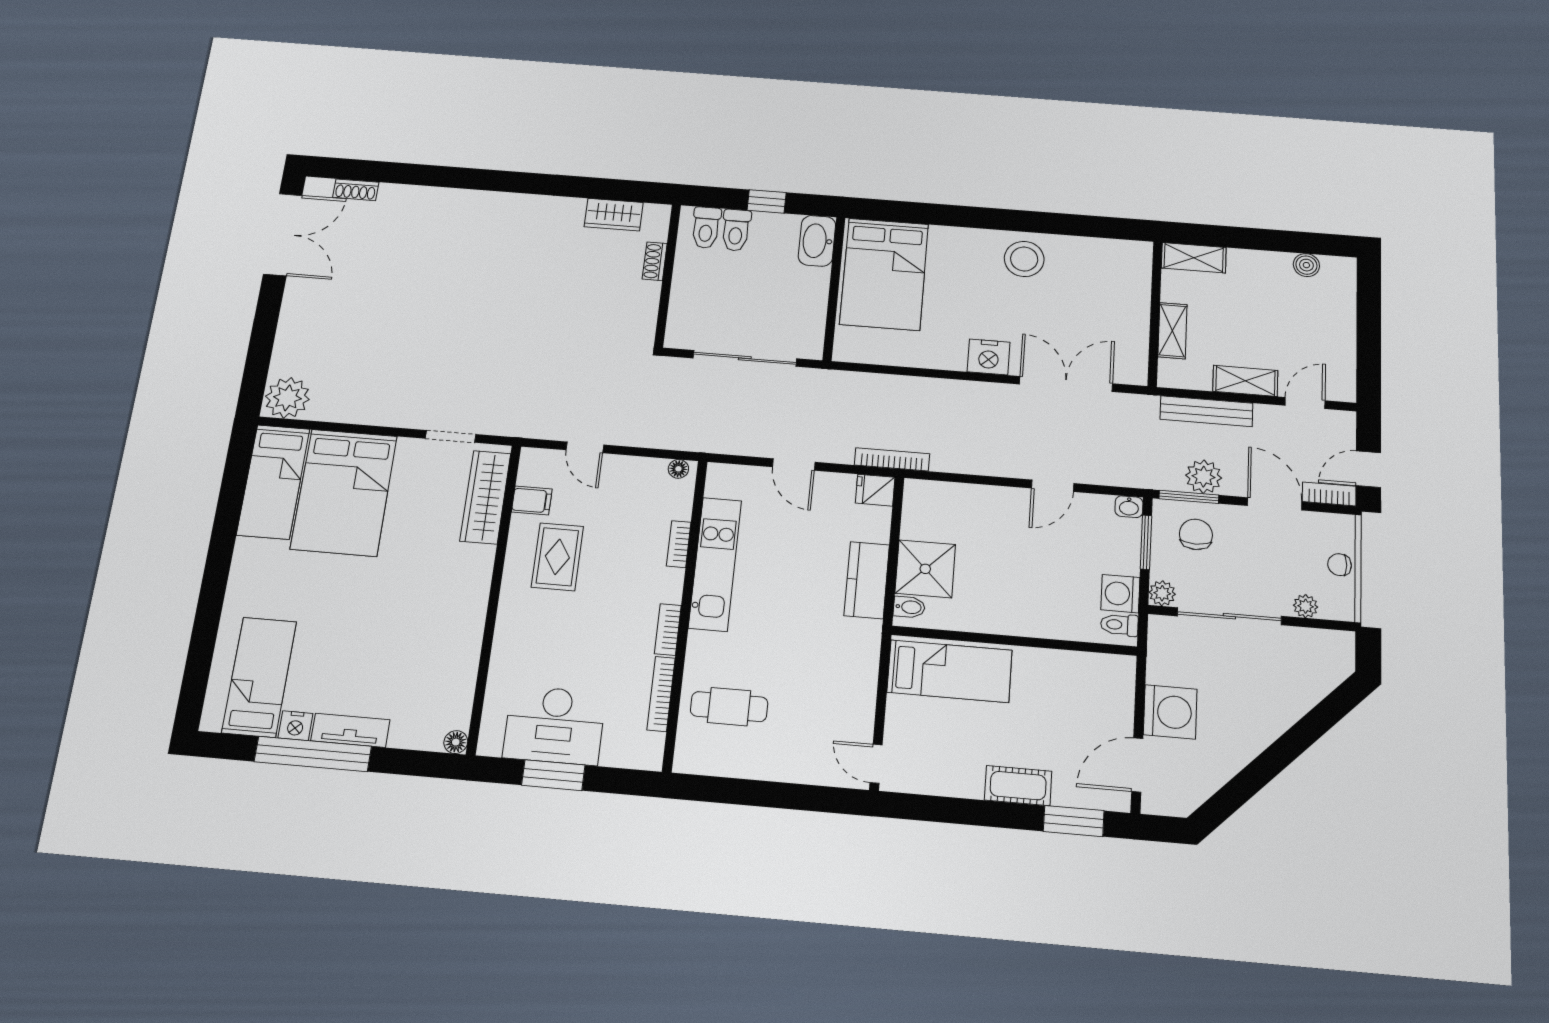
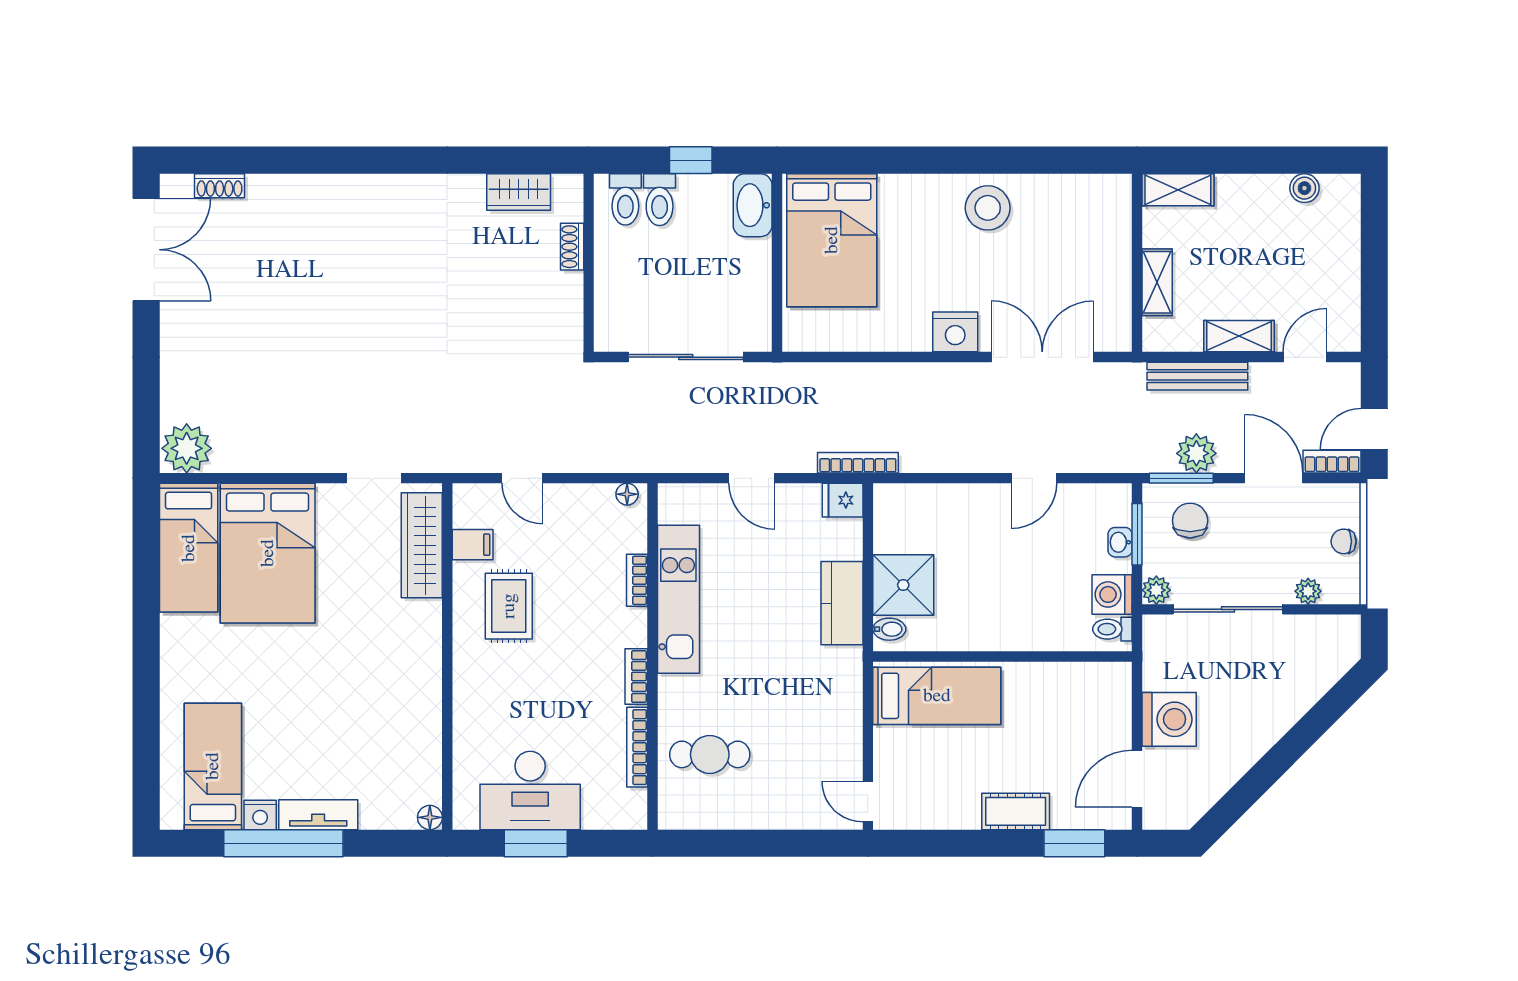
washbasin: (1129, 507) -> (1120, 542), moved, turned 90

